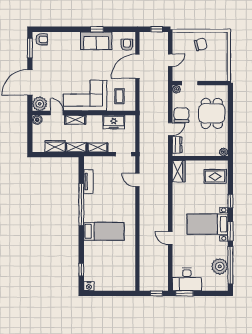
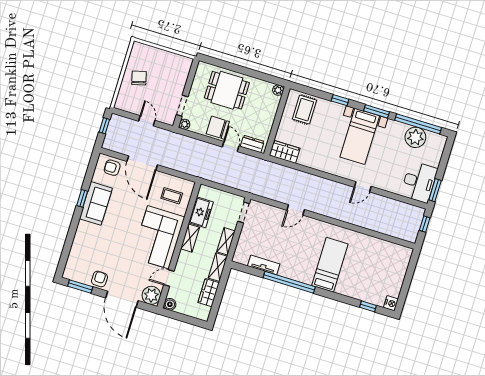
armchair: (42, 39) -> (99, 279), moved
shelving: (75, 120) -> (190, 238), moved
door: (137, 180) -> (296, 210), moved

